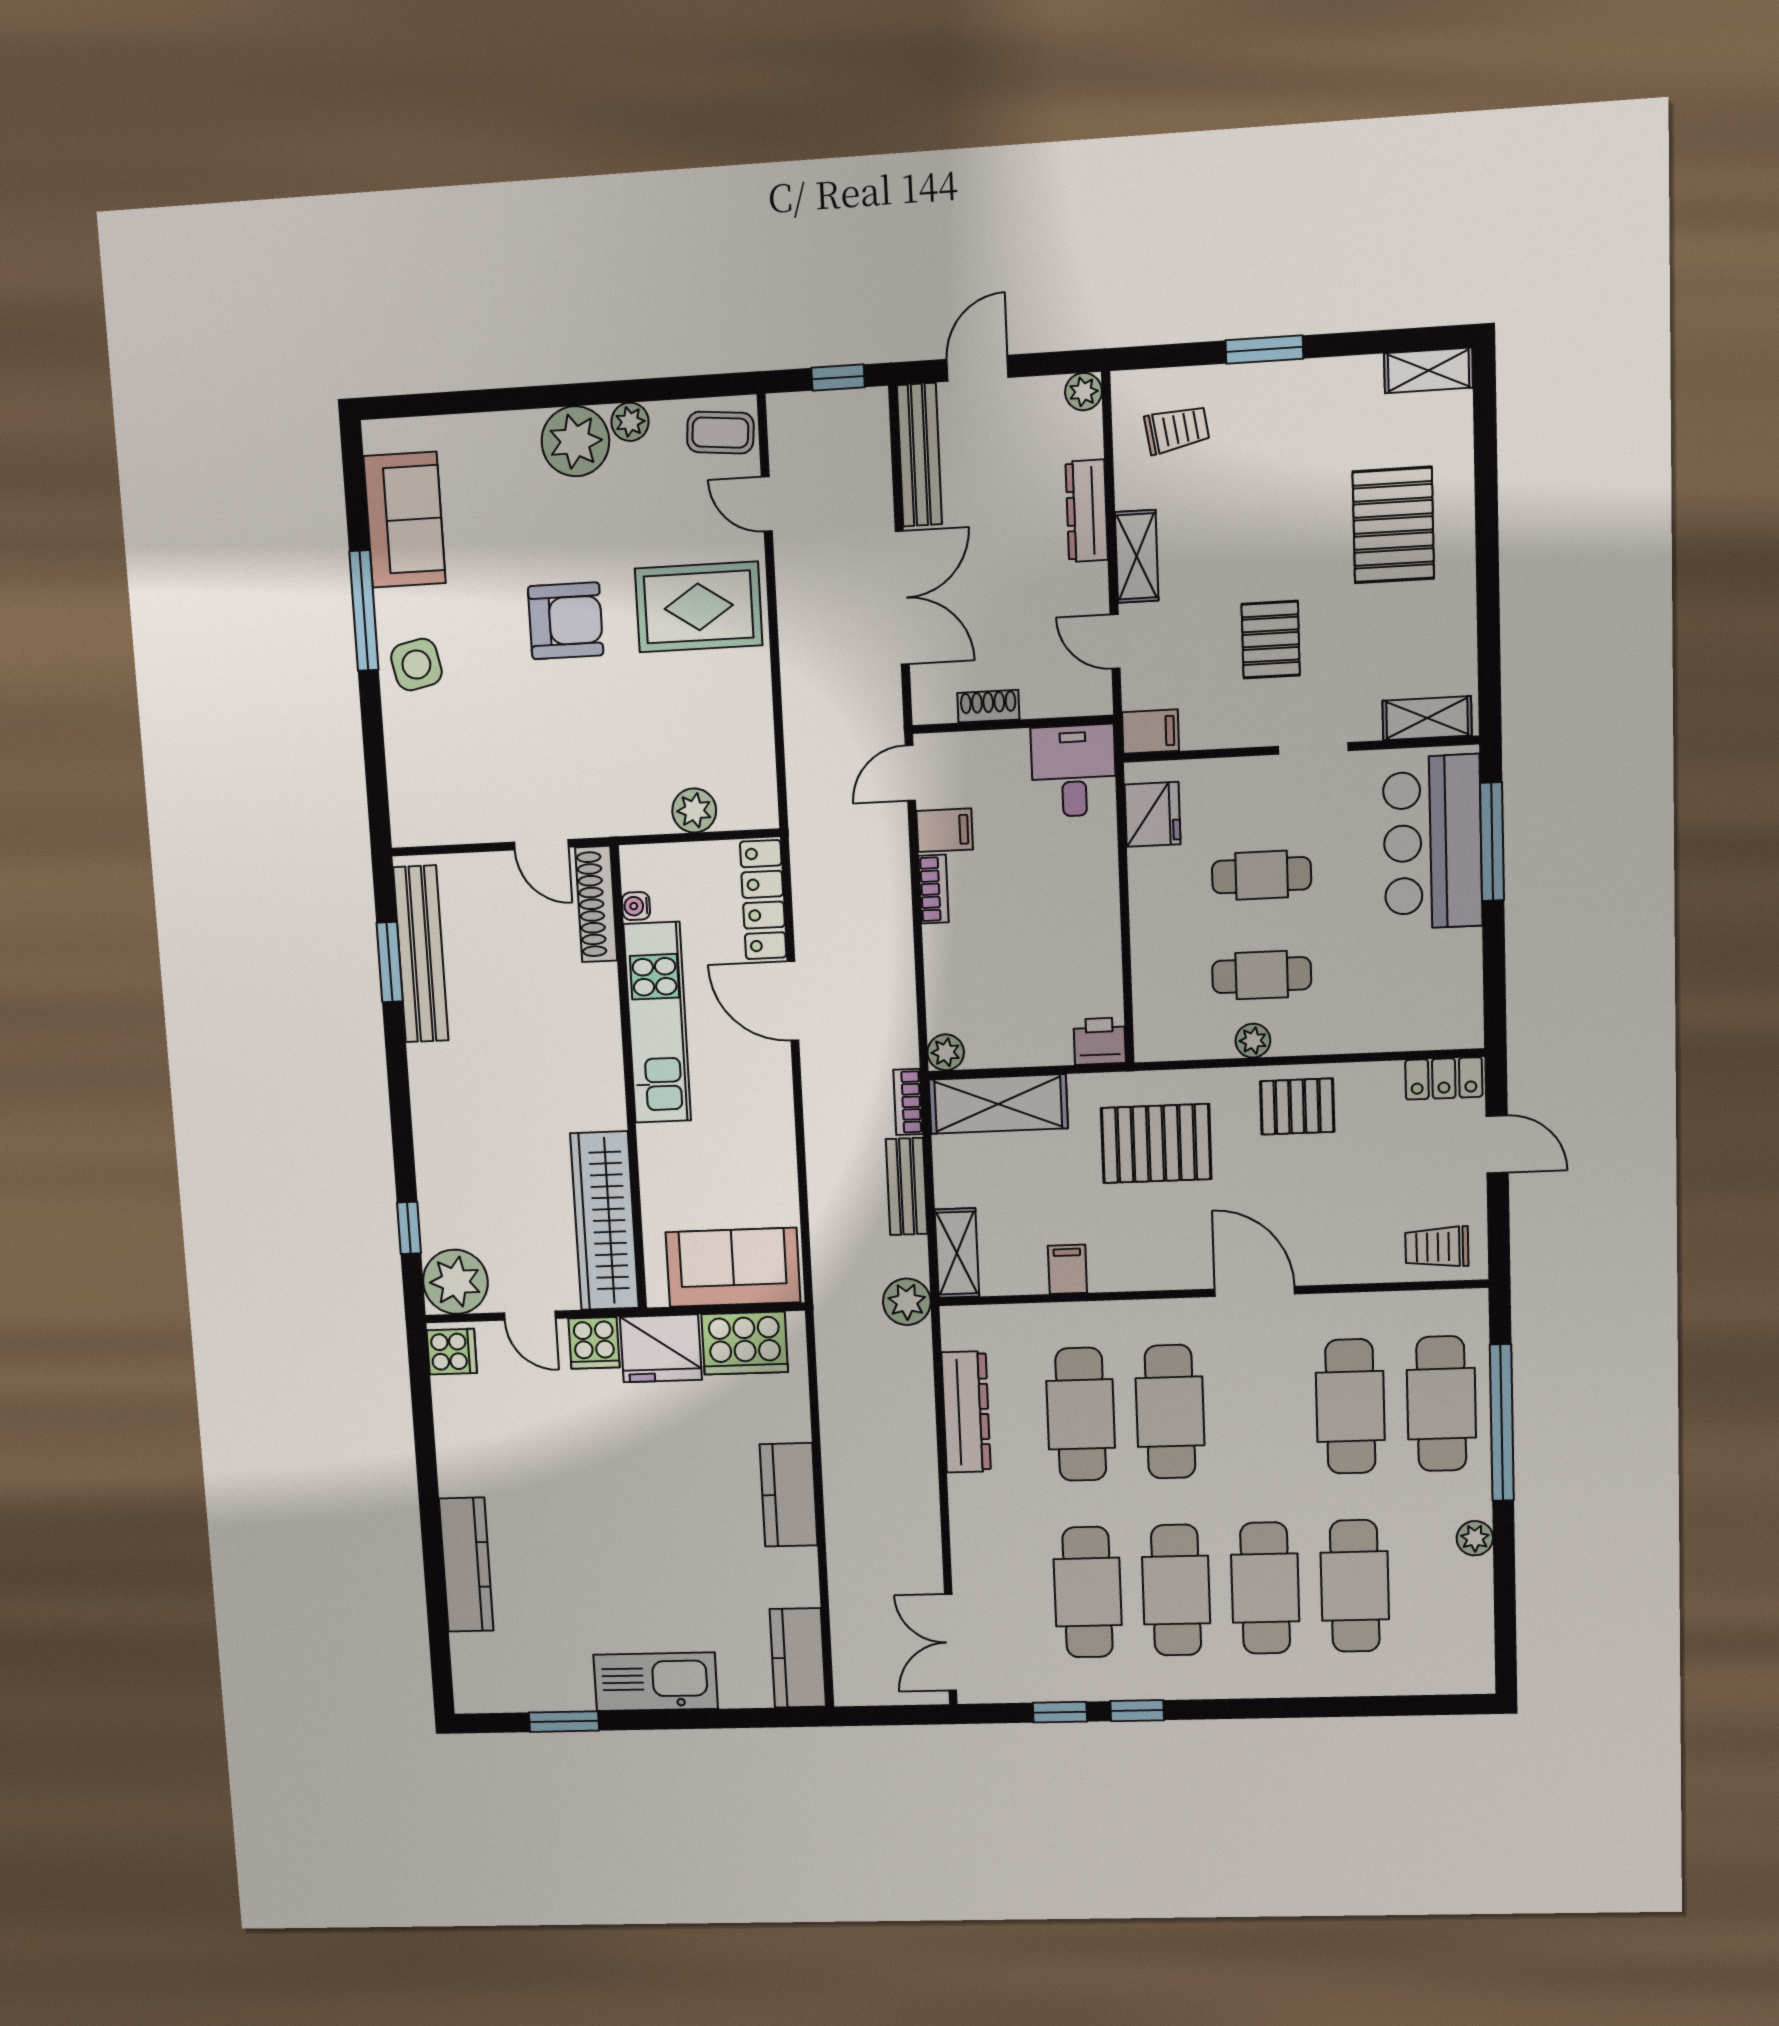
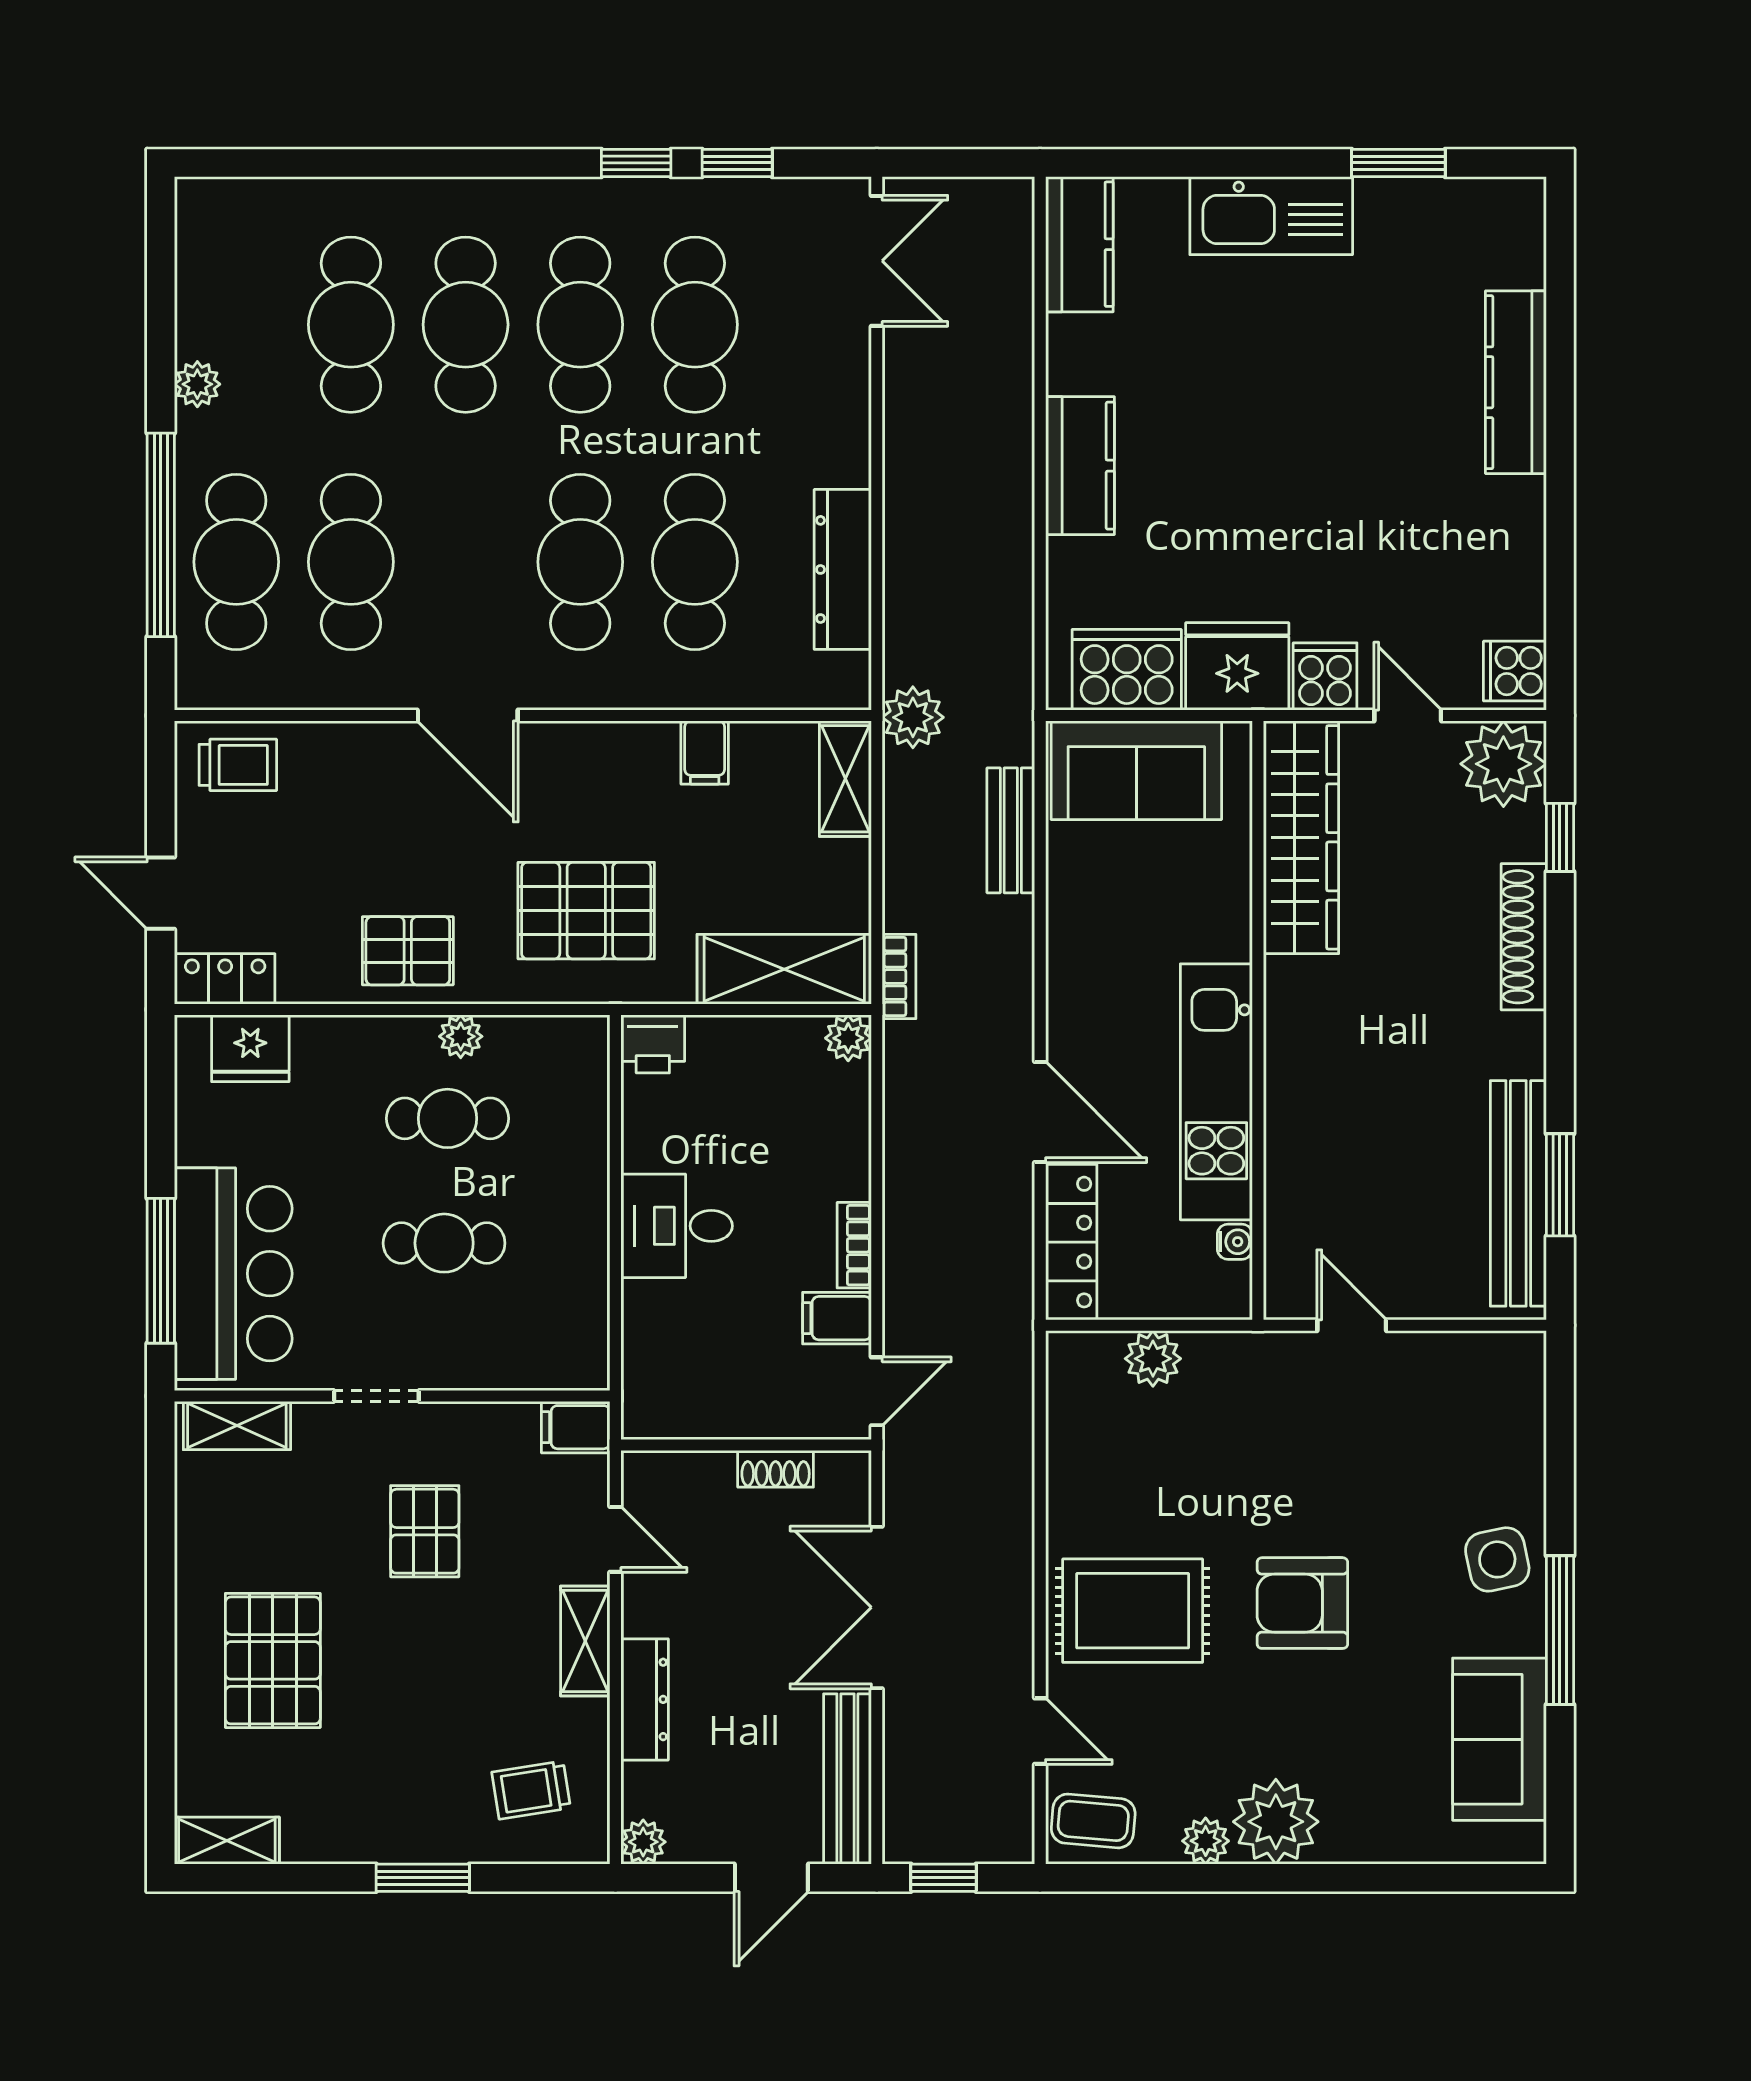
desk: (1074, 771) -> (677, 1226), moved, turned 90
fridge: (1153, 814) -> (250, 1048), moved, turned -90
shoe rack: (596, 904) -> (1524, 937), moved, turned 180
bench: (907, 1186) -> (1011, 830), moved

